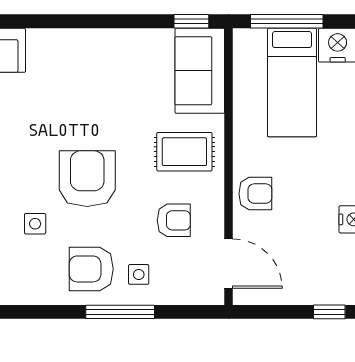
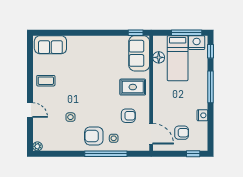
window: (287, 21) -> (187, 33), moved
floor lamp: (247, 81) -> (159, 57), added
armchair: (87, 179) -> (92, 98), removed
armchair: (255, 194) -> (182, 133), moved
window: (120, 312) -> (106, 154), width x1.46

